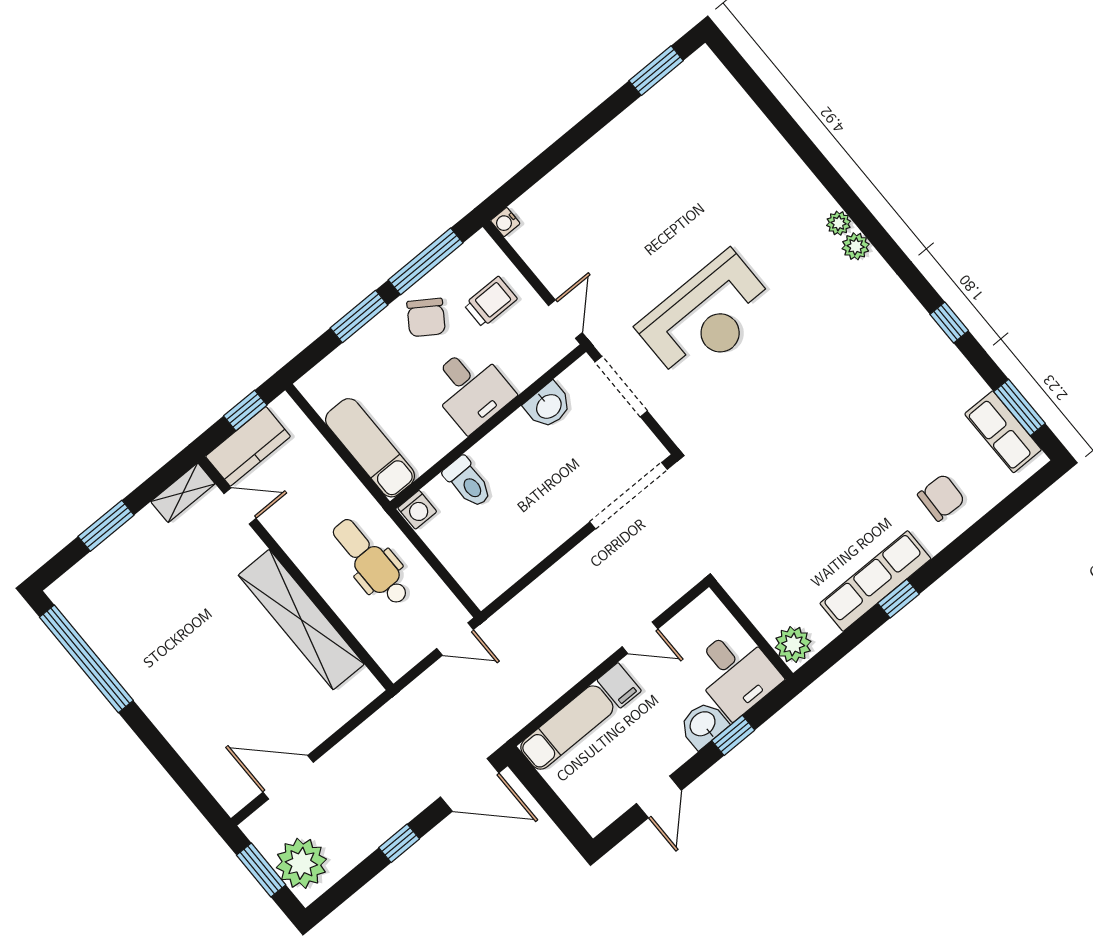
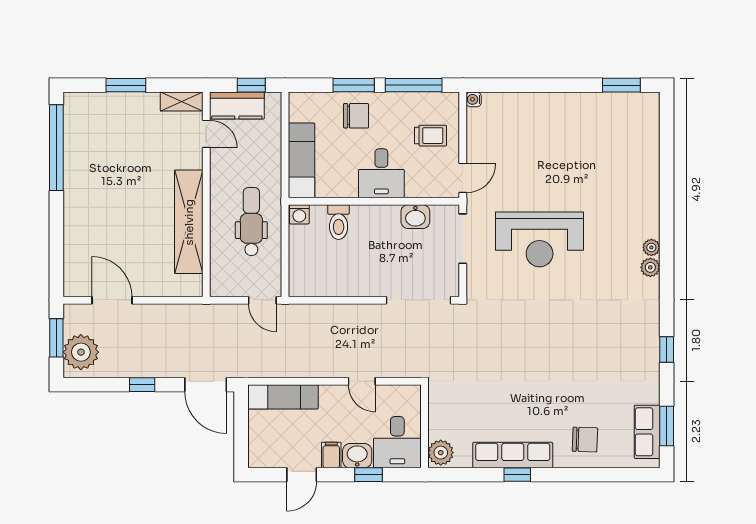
chair: (426, 318) -> (356, 116), moved, turned -124
filing cabinet: (619, 685) -> (331, 455), moved, turned 180

